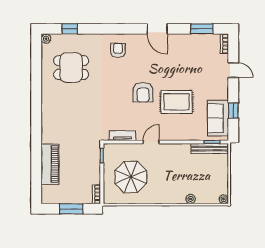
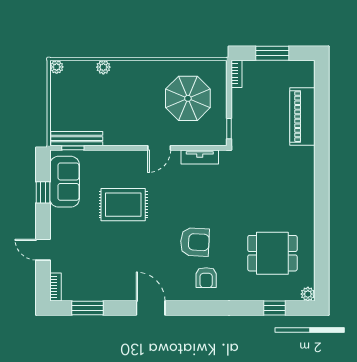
armchair: (143, 92) -> (195, 242), moved, turned 93

